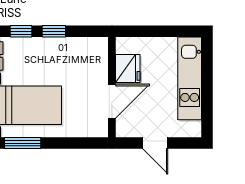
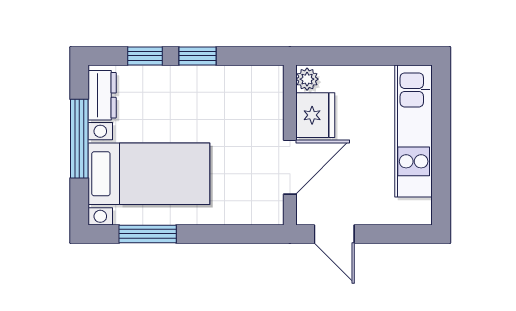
plant: (123, 46) -> (307, 79), added
door: (155, 143) -> (334, 234), moved

